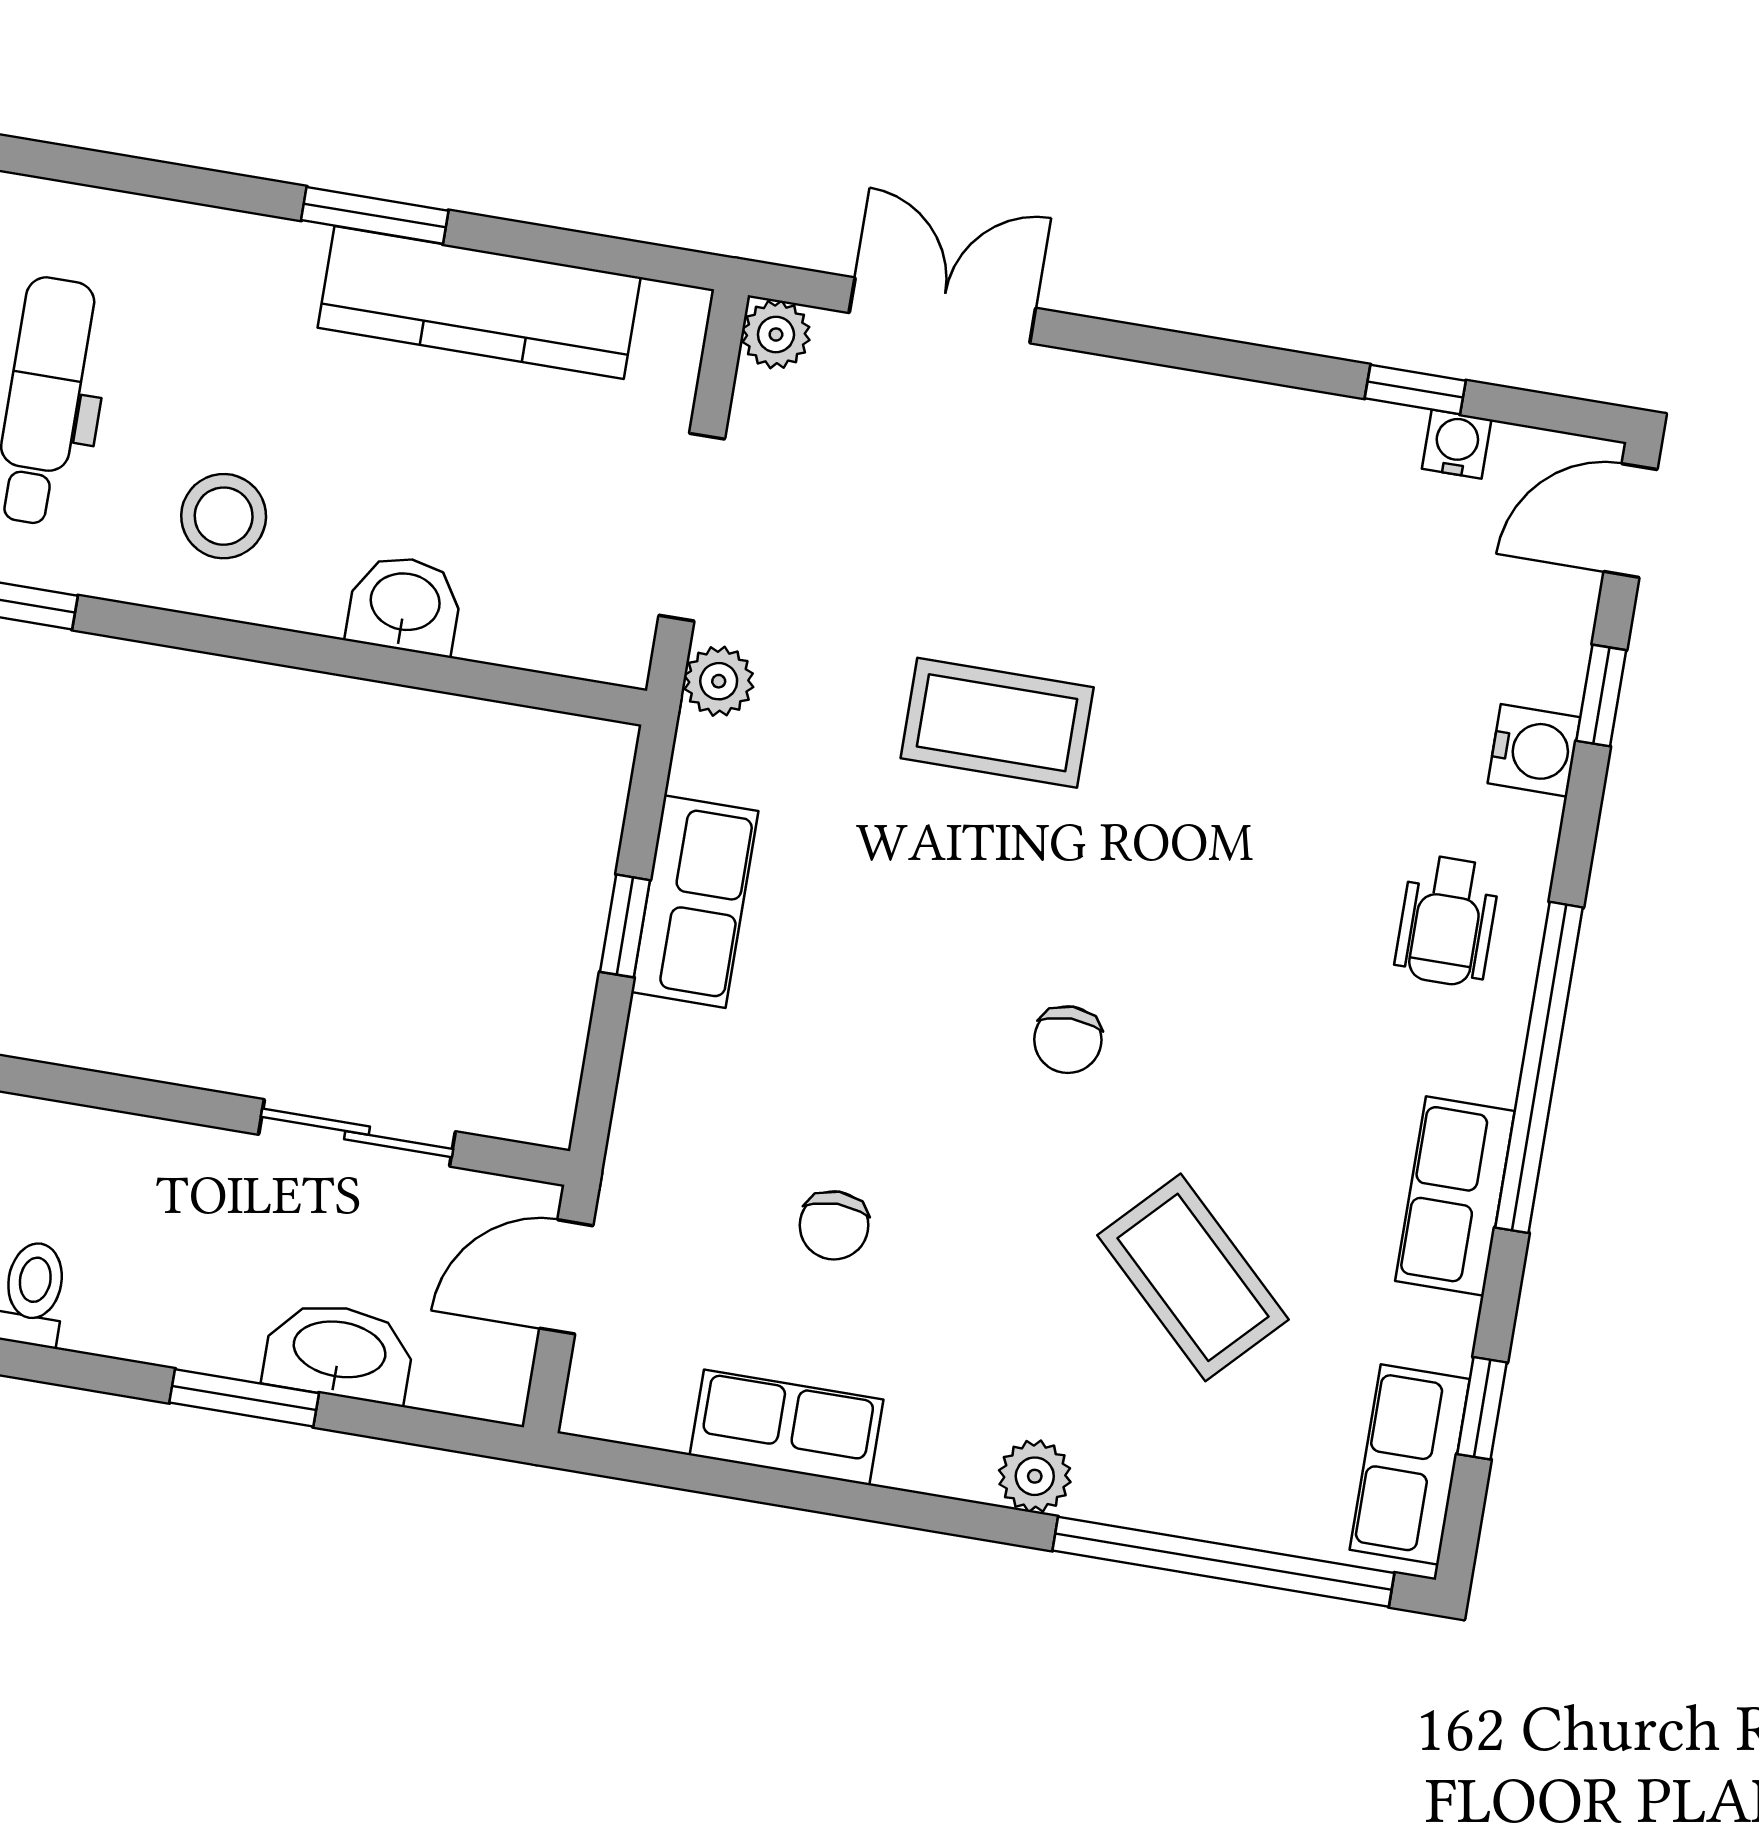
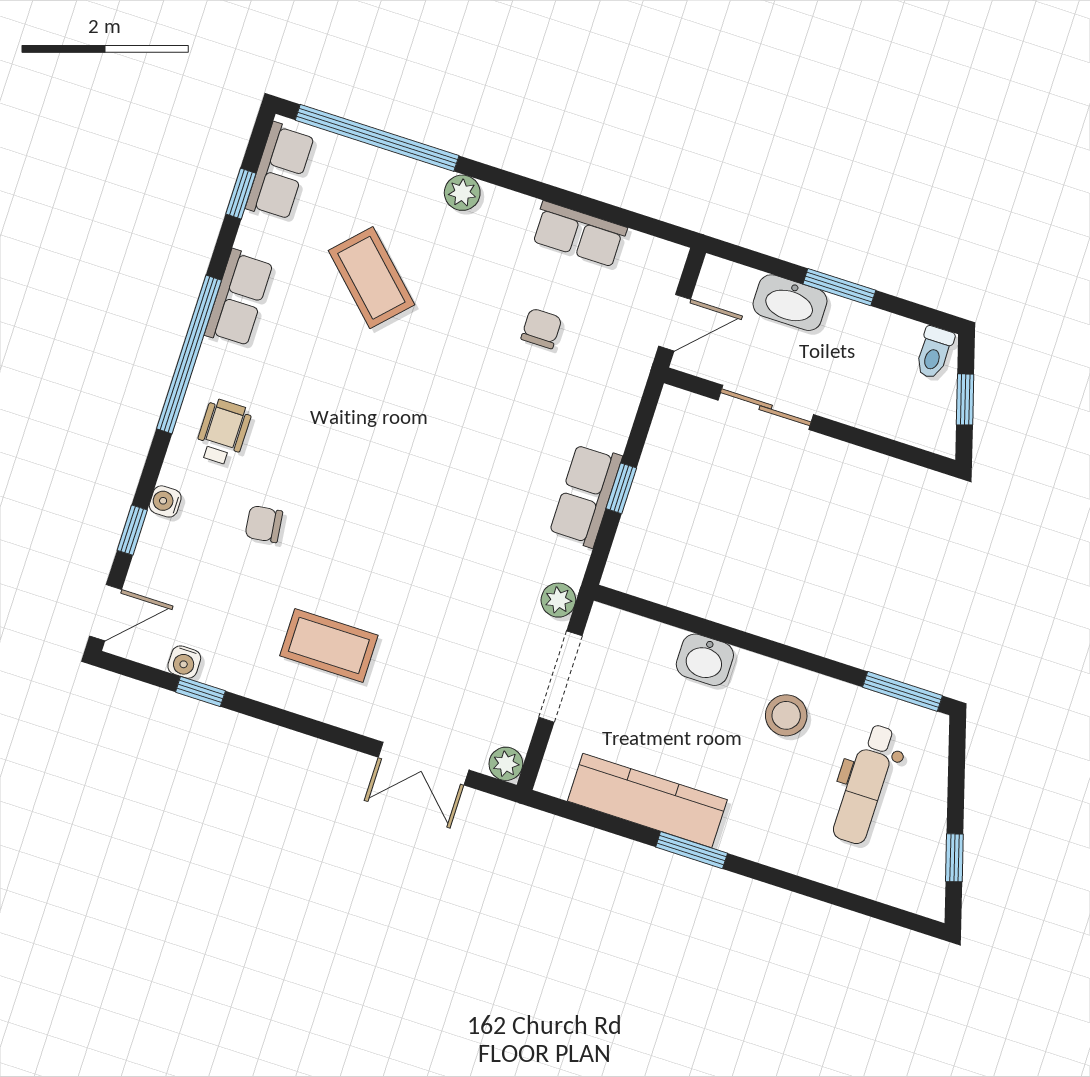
coffee table: (997, 723) -> (329, 645), moved
water cooler: (1534, 750) -> (165, 501), width x0.72, depth x0.72
chair: (1068, 1040) -> (264, 524), moved, turned -97

